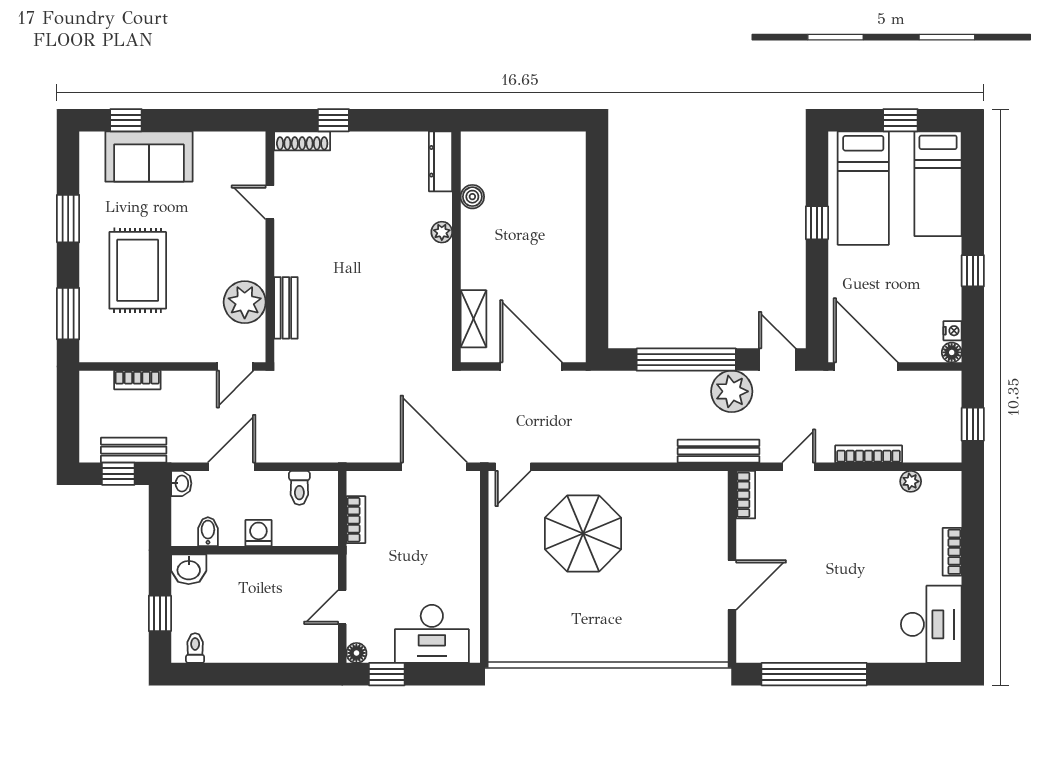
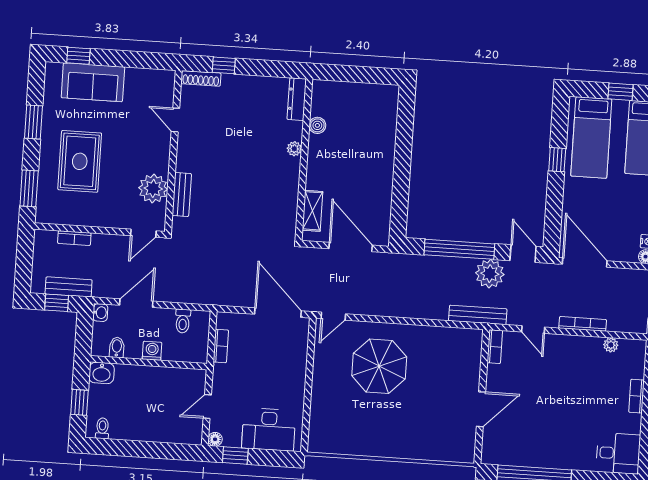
door: (799, 467) -> (533, 330), swing flipped
desk: (931, 624) -> (618, 453), width x0.73

